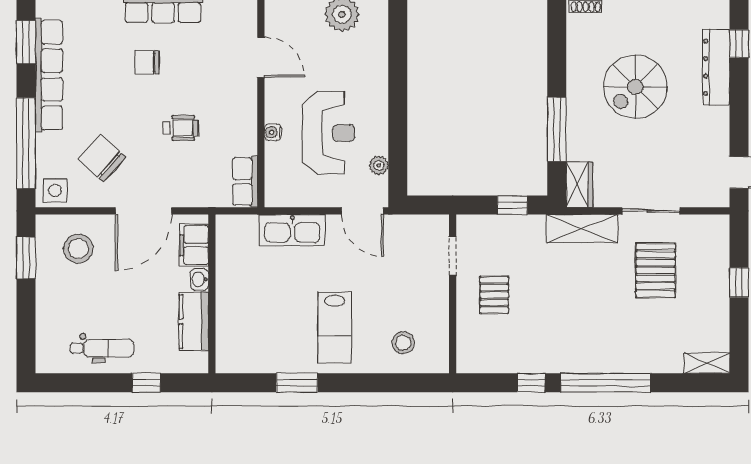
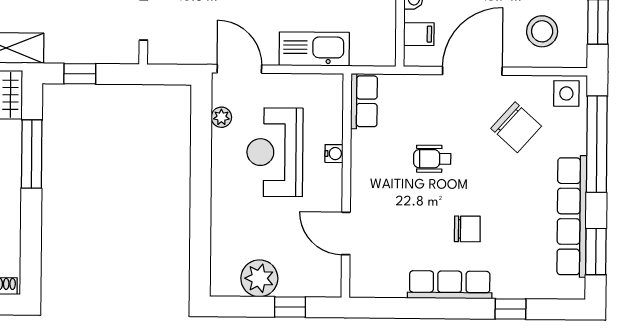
filing cabinet: (194, 245) -> (419, 34), width x0.50

